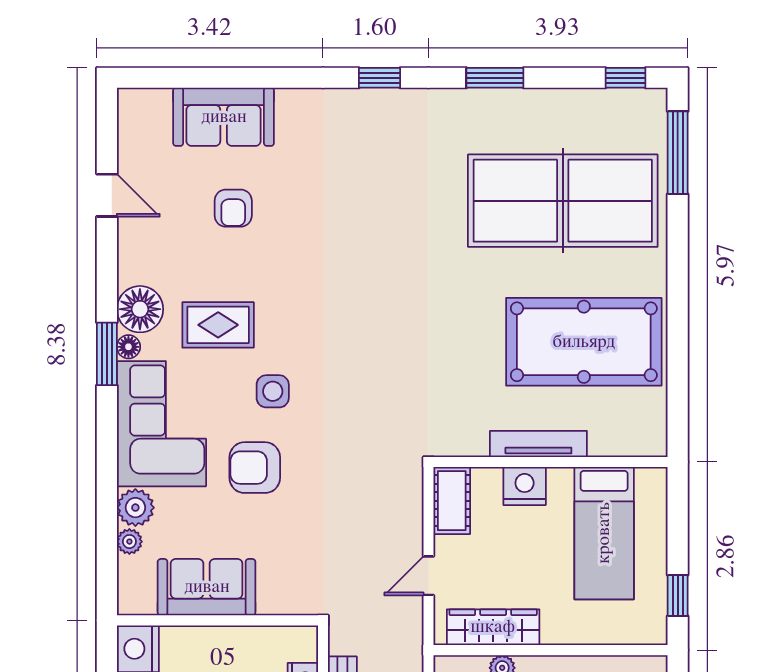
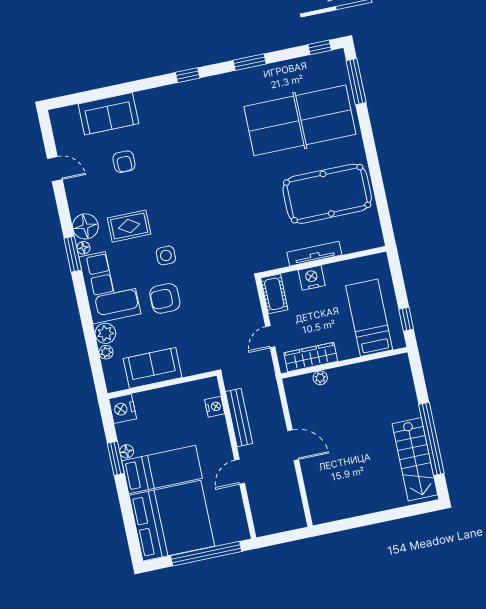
bed: (604, 533) -> (369, 318), moved, turned 180

